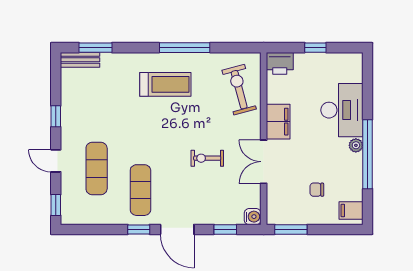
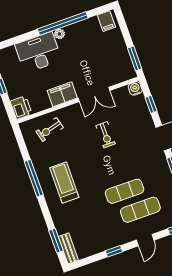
exercise bike: (239, 90) -> (50, 129), width x0.73, depth x0.72
exercise mat: (140, 190) -> (125, 191), moved
chair: (317, 190) -> (100, 50), removed

